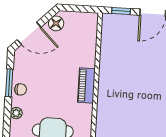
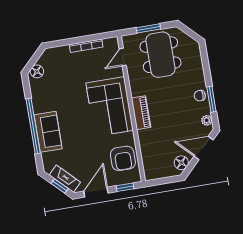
armchair: (116, 42) -> (123, 158), added
corner sofa: (118, 99) -> (110, 107), added
plant: (16, 113) -> (207, 120), moved

